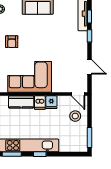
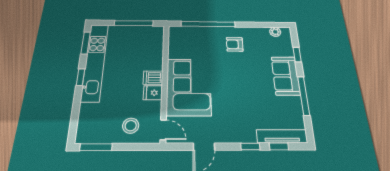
corner sofa: (30, 77) -> (189, 87), moved
door: (78, 94) -> (163, 130), swing flipped
kitchen counter: (21, 102) -> (155, 55), removed

